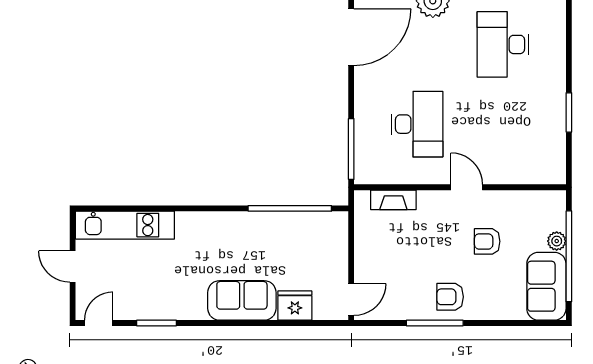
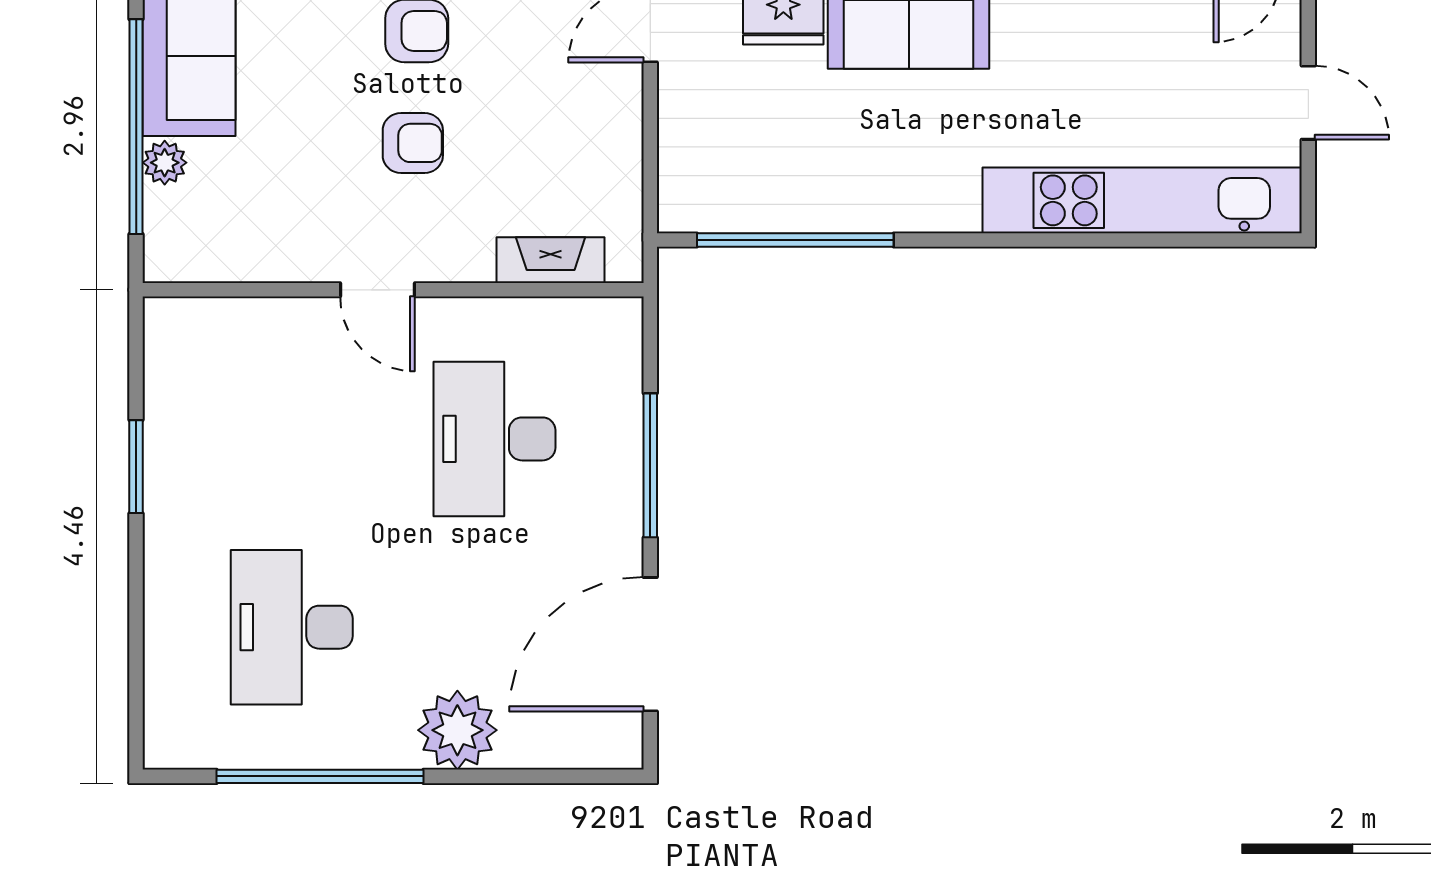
desk: (503, 44) -> (292, 627), turned 180
window: (351, 149) -> (650, 465), moved
kitchen unit: (125, 225) -> (1142, 200), width x1.36
armchair: (487, 241) -> (413, 143), moved

